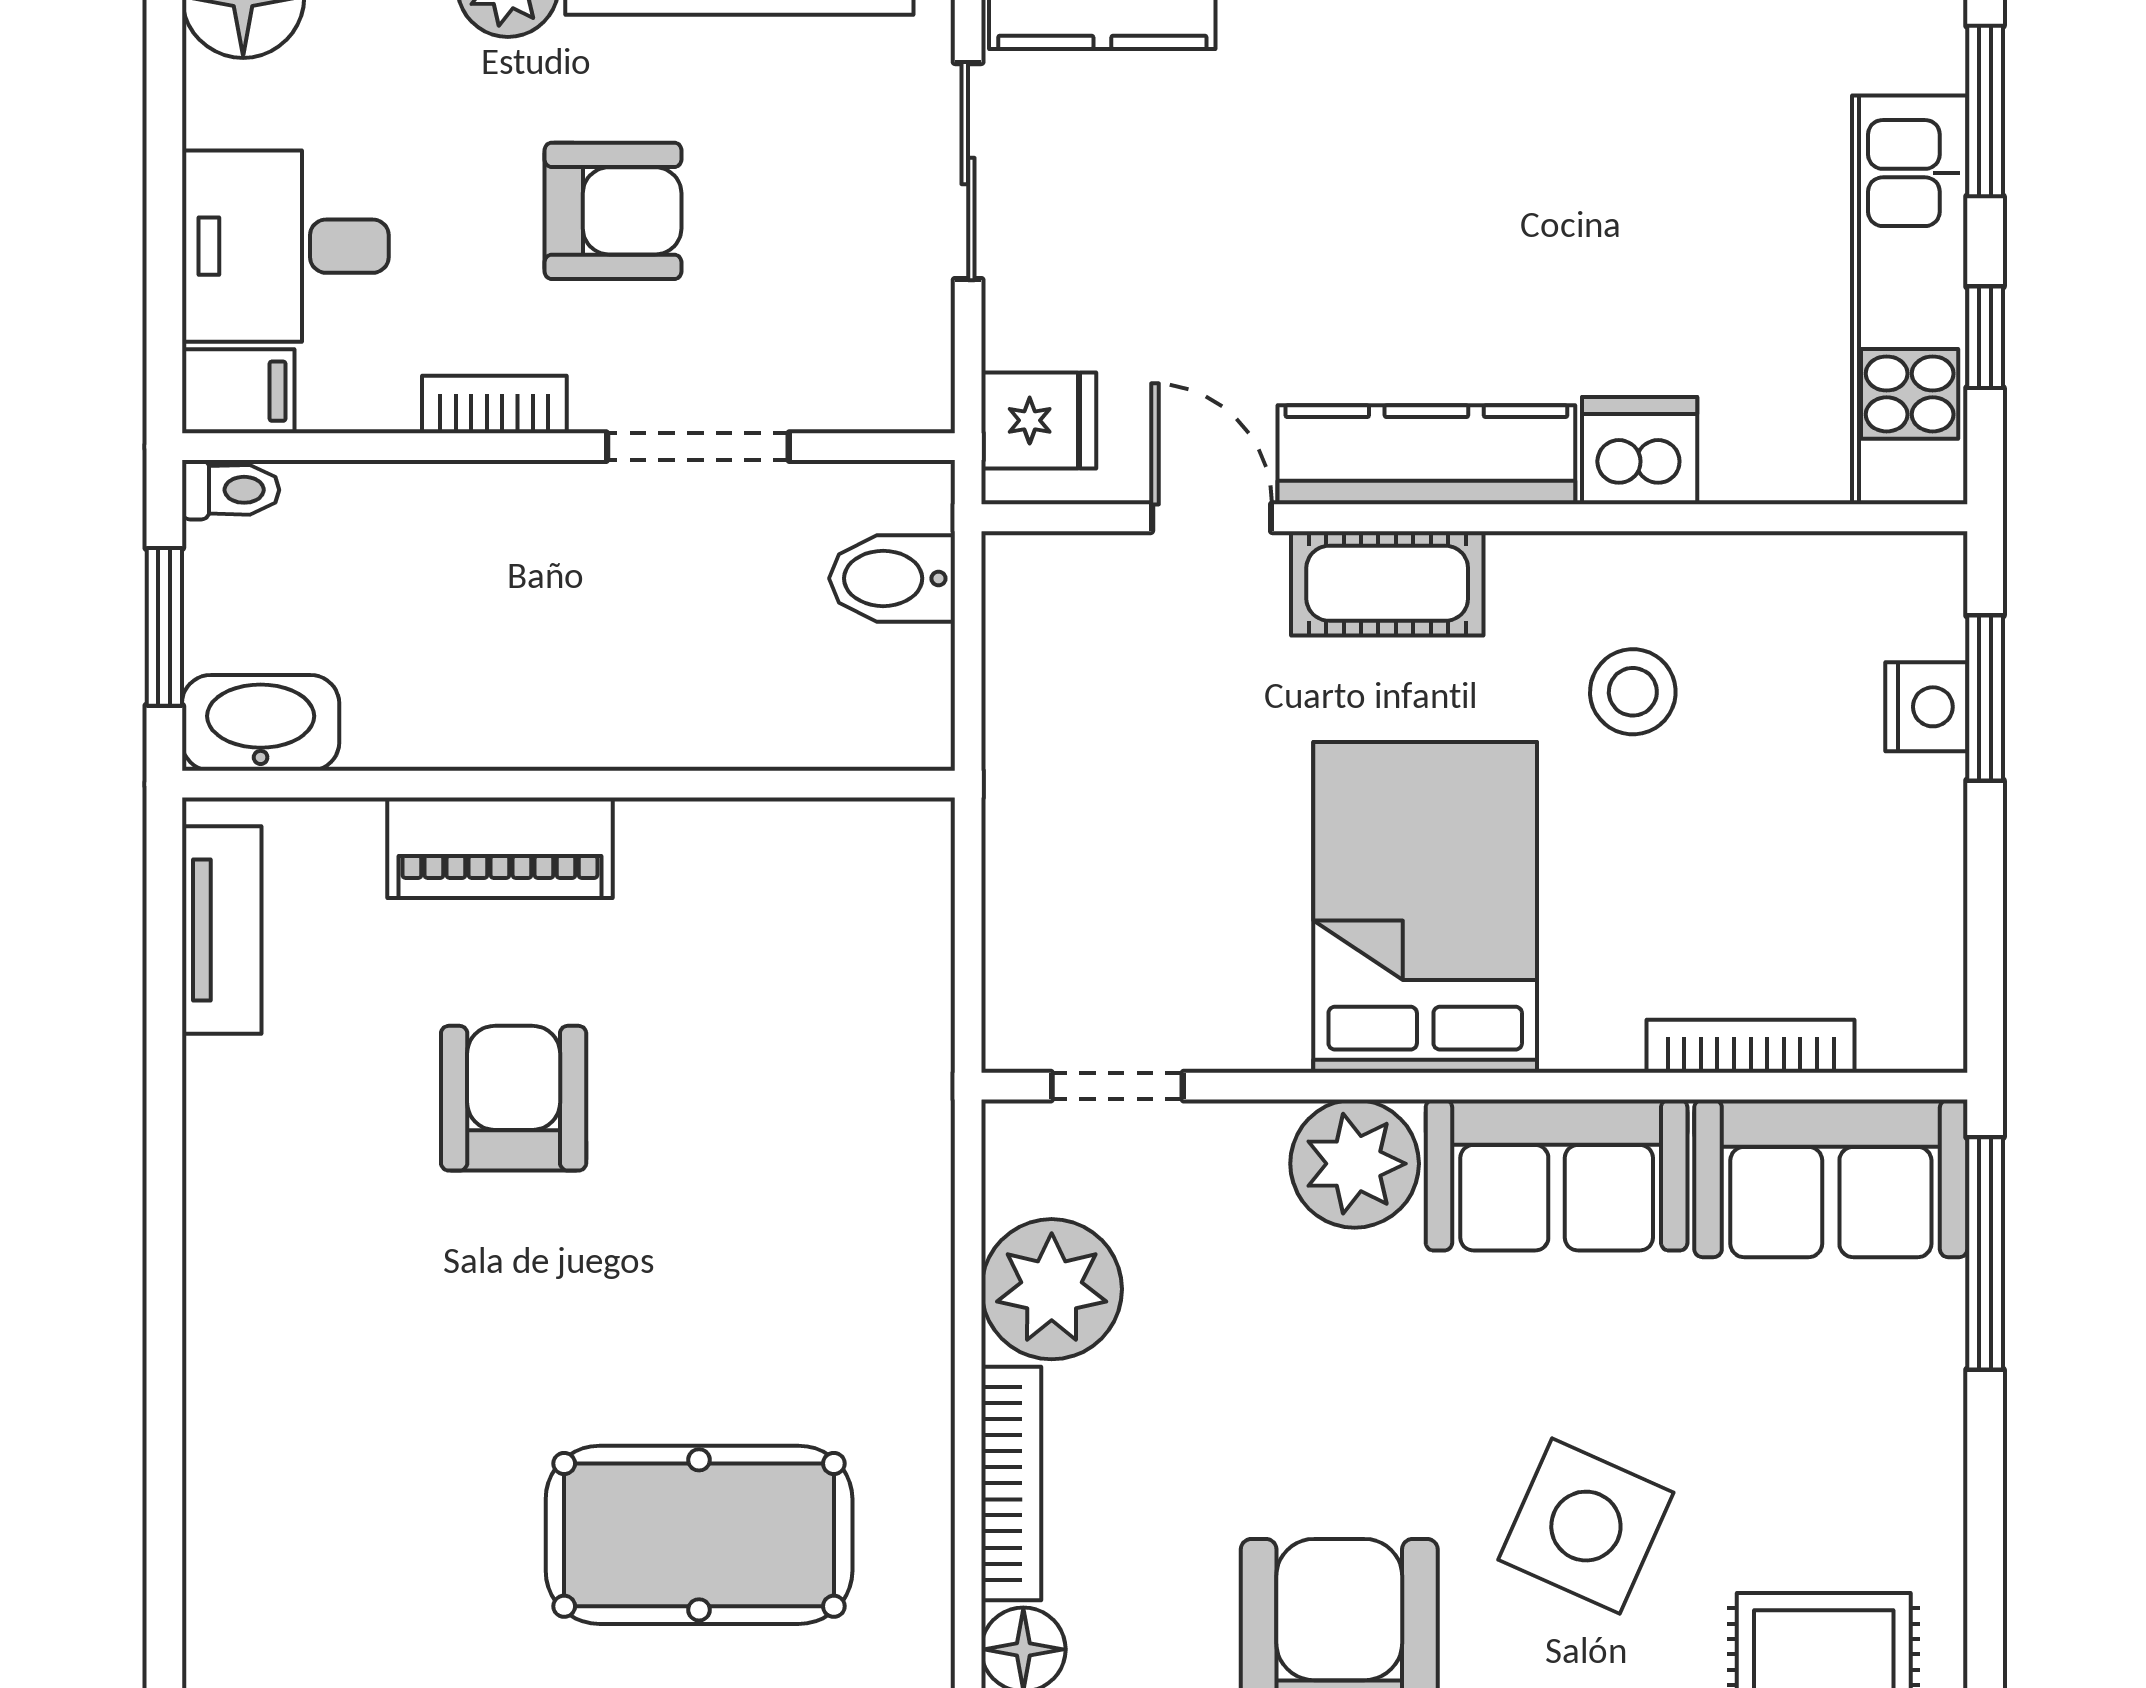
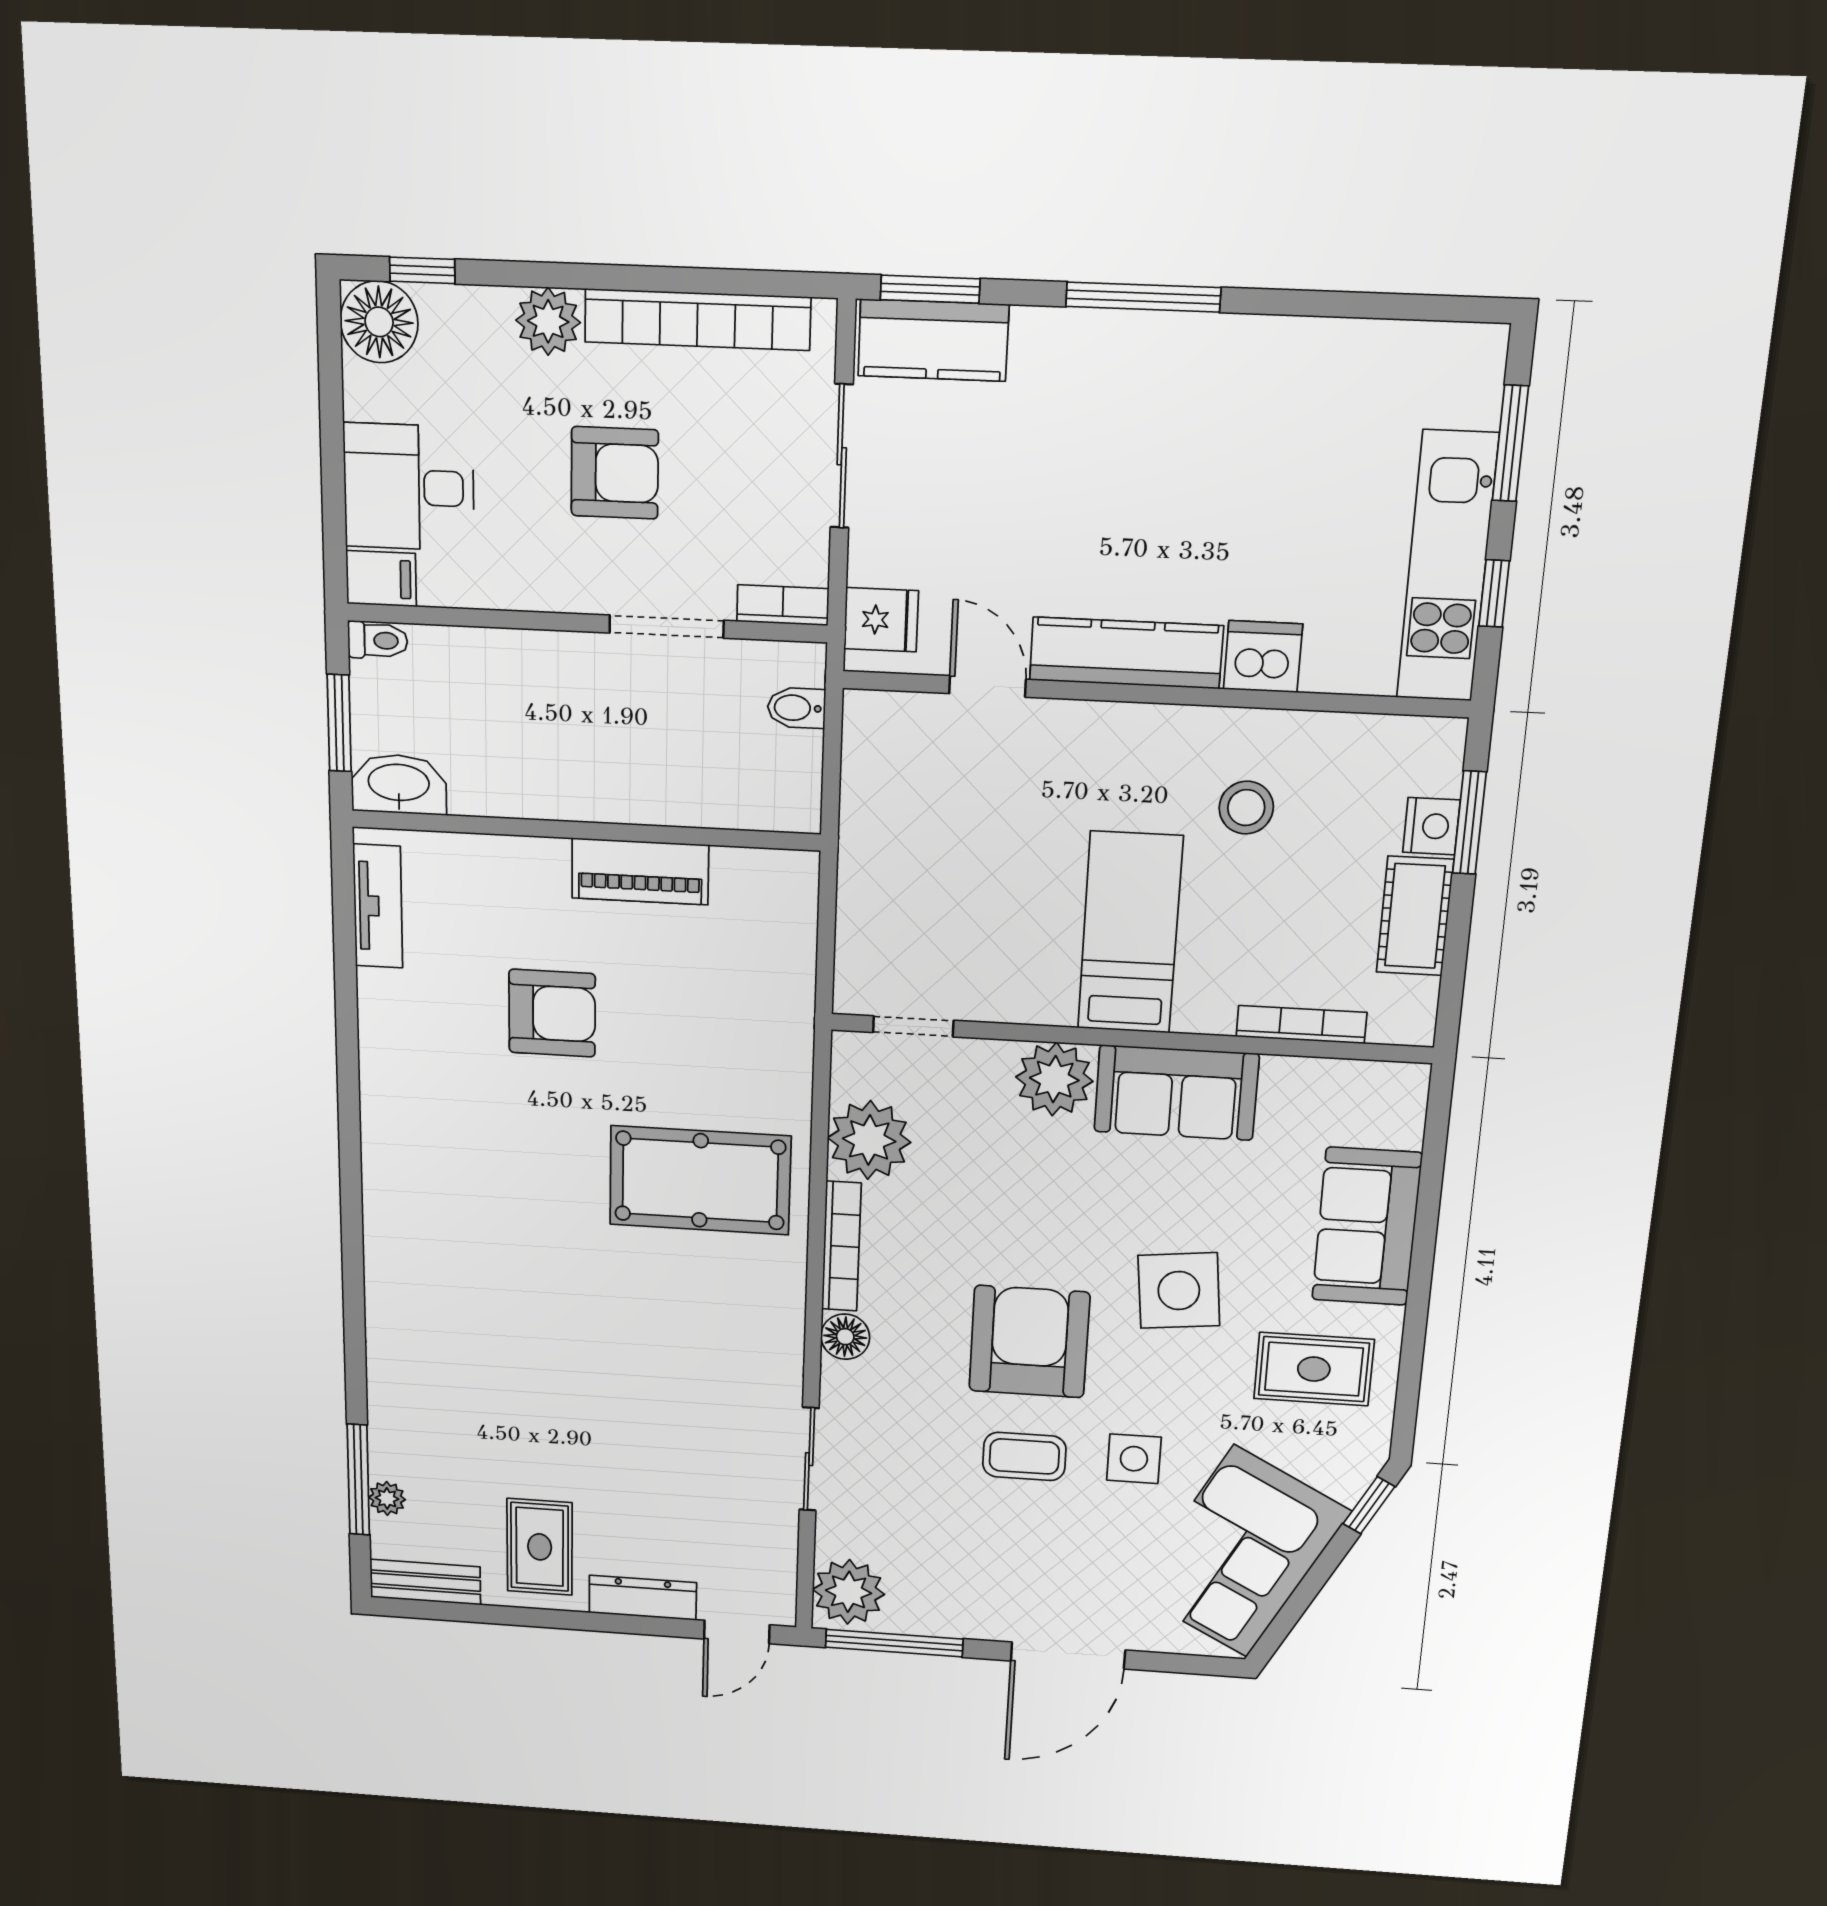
bookcase: (494, 404) -> (783, 605), moved
bidet: (892, 578) -> (796, 708), width x0.72, depth x0.74
cot: (1387, 583) -> (1415, 916), moved, turned 90
piano: (500, 848) -> (640, 871), moved
bed: (1425, 907) -> (1130, 933), width x0.67
armchair: (514, 1098) -> (552, 1013), turned 90
sofa: (1831, 1178) -> (1367, 1227), moved, turned 90
window: (1985, 1253) -> (1434, 1153), removed
side table: (1586, 1526) -> (1179, 1291), turned -30
pool table: (699, 1535) -> (700, 1180), moved

